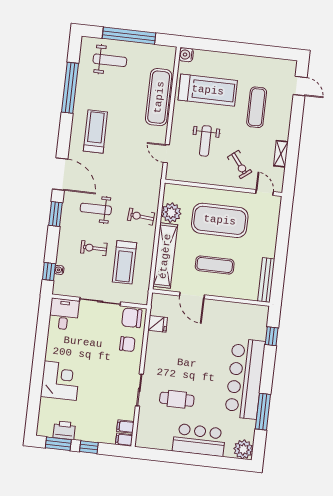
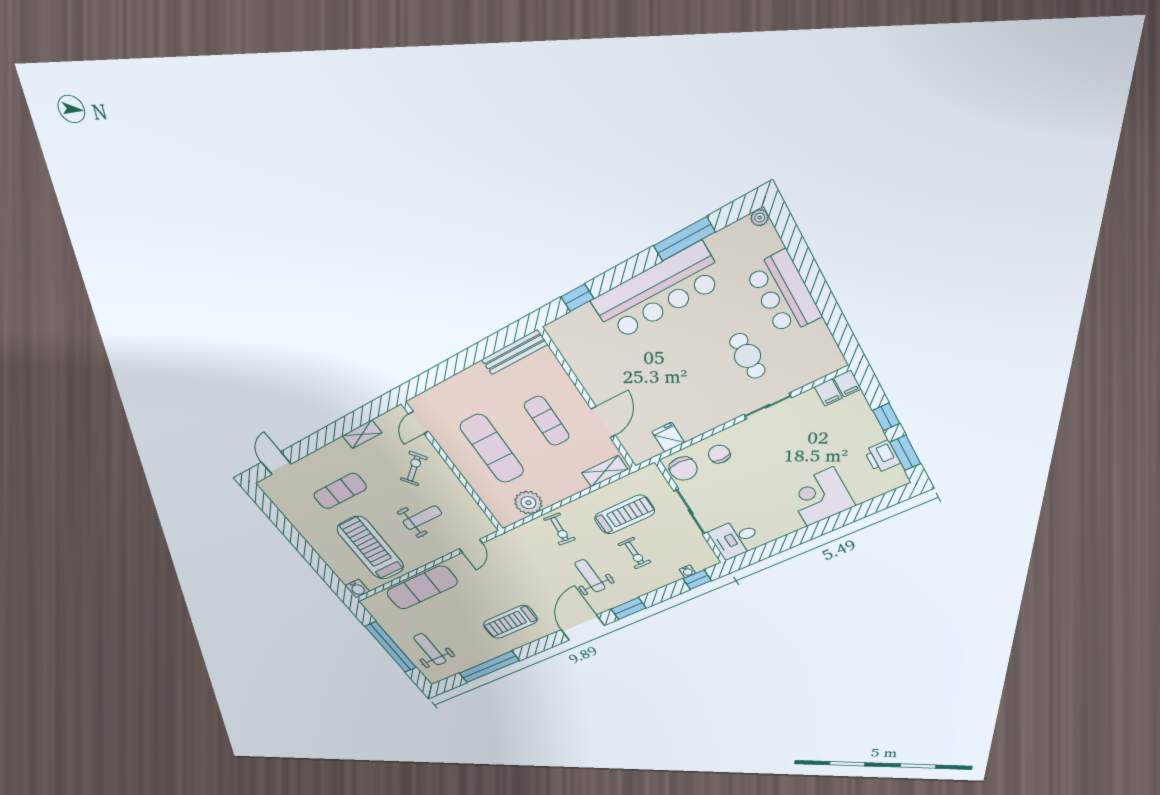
weight bench: (96, 209) -> (590, 576), turned 180
exercise mat: (220, 220) -> (492, 449), width x0.68
shelving: (165, 256) -> (605, 471), width x0.45, depth x0.75
plant: (243, 449) -> (760, 218), width x0.53, depth x0.53

